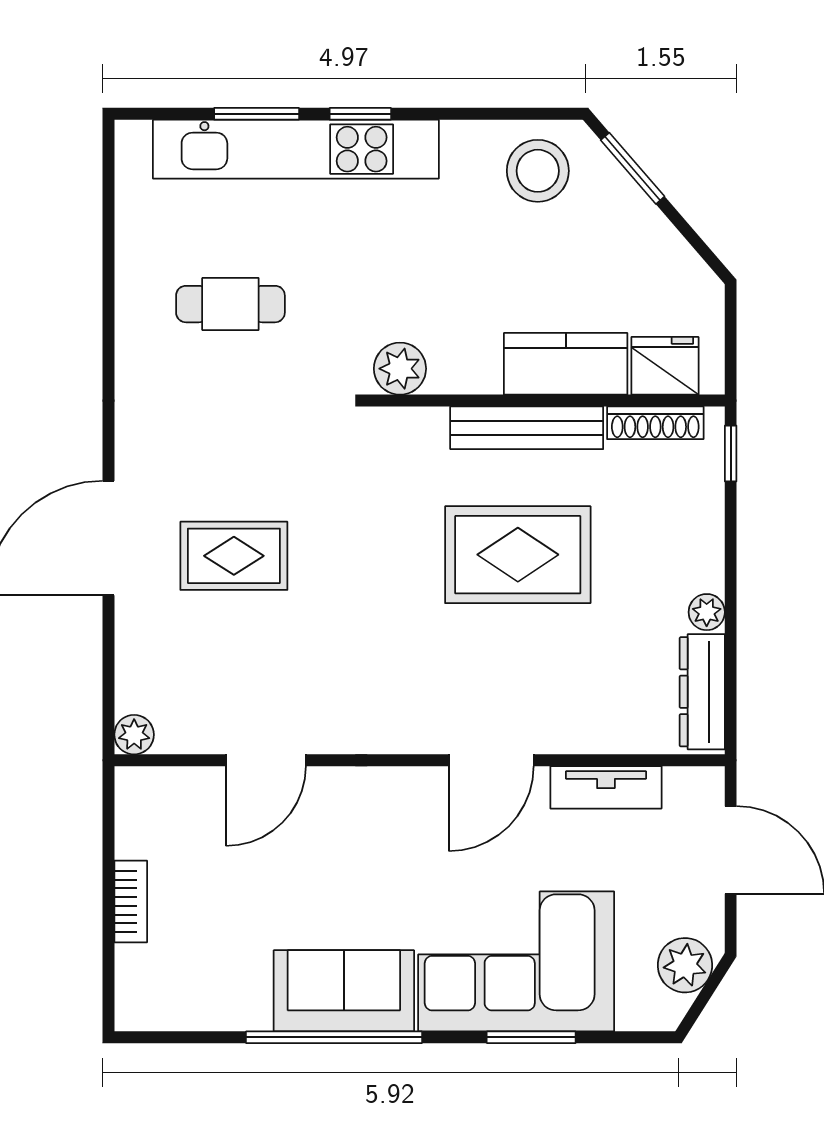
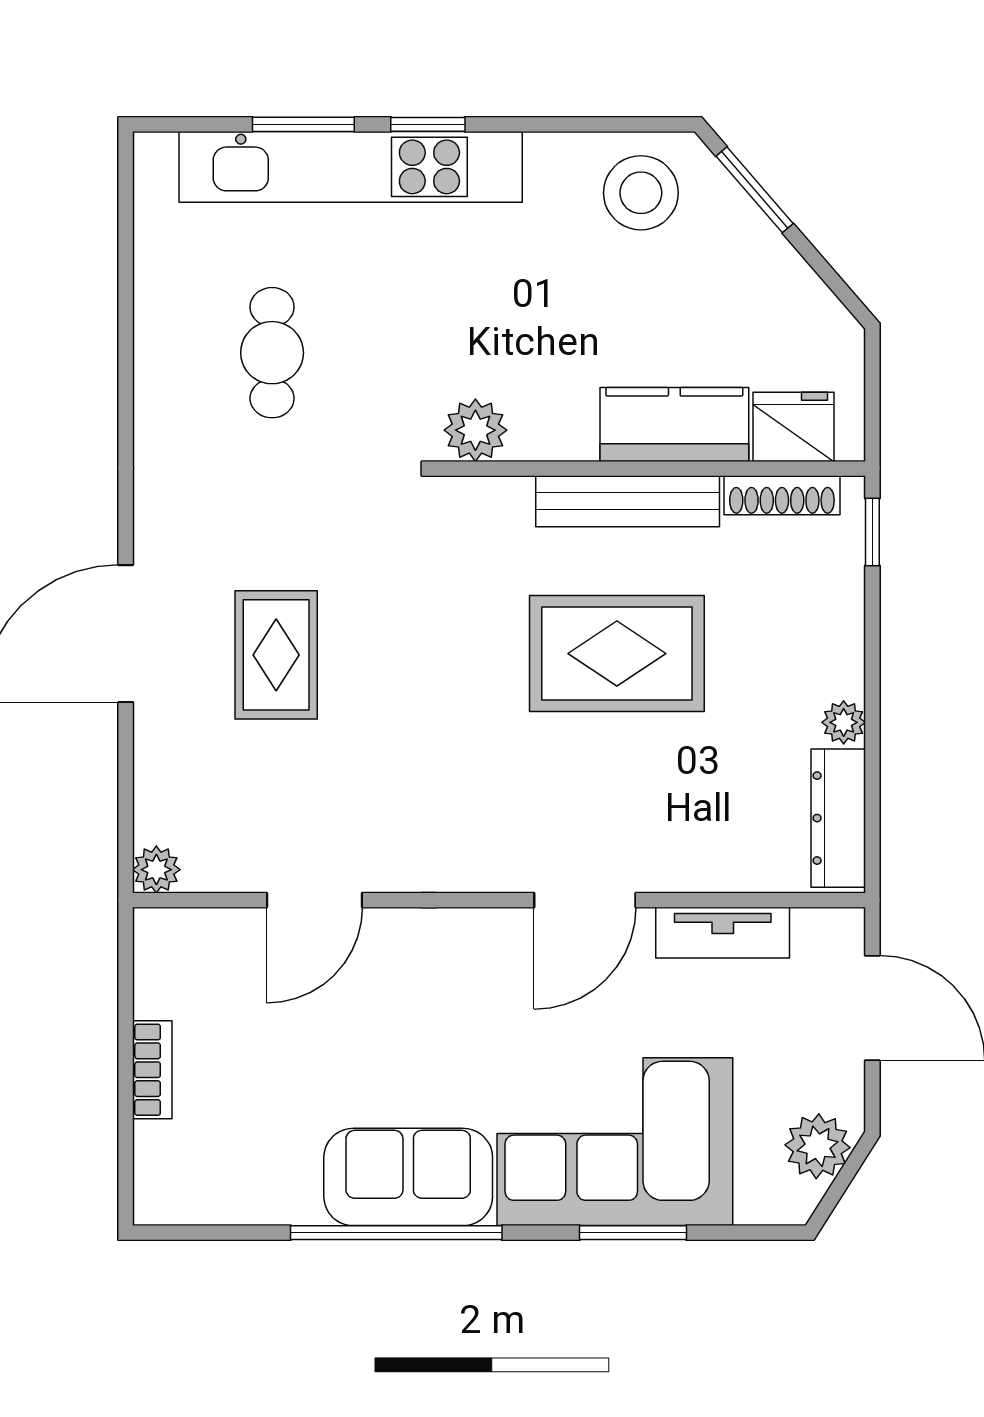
cafe table: (230, 304) -> (272, 353), turned 90
rug: (234, 556) -> (276, 655), turned 90

